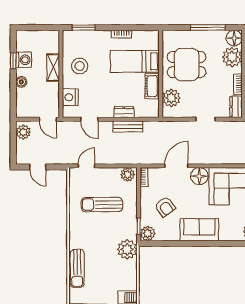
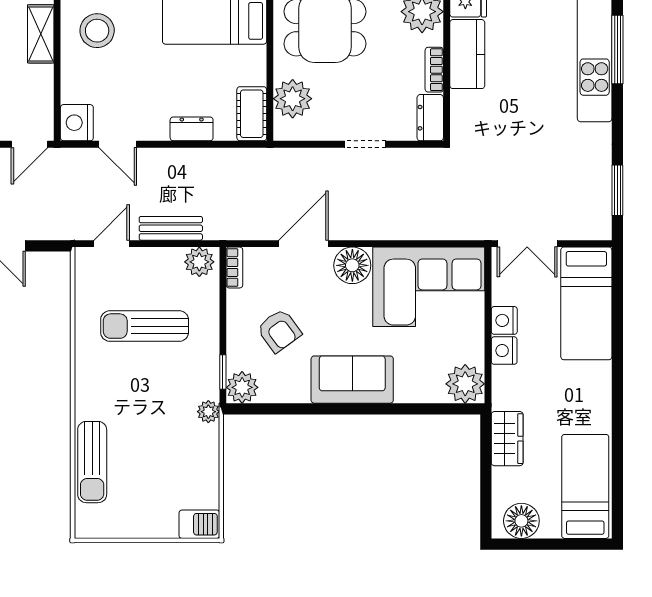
cot: (152, 86) -> (252, 114), moved
nightstand: (70, 97) -> (77, 123), moved
door: (48, 119) -> (29, 144), hinge flipped
bench: (128, 126) -> (171, 228), moved
plant: (127, 249) -> (208, 412), width x0.53, depth x0.53

